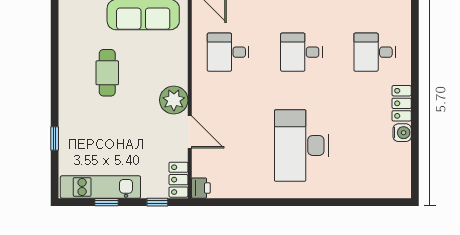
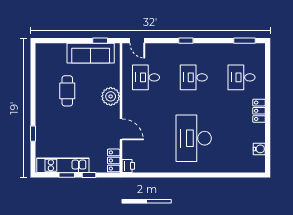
plant: (174, 100) -> (111, 96), moved
water cooler: (402, 133) -> (259, 149), moved
window: (157, 202) -> (89, 175), moved

